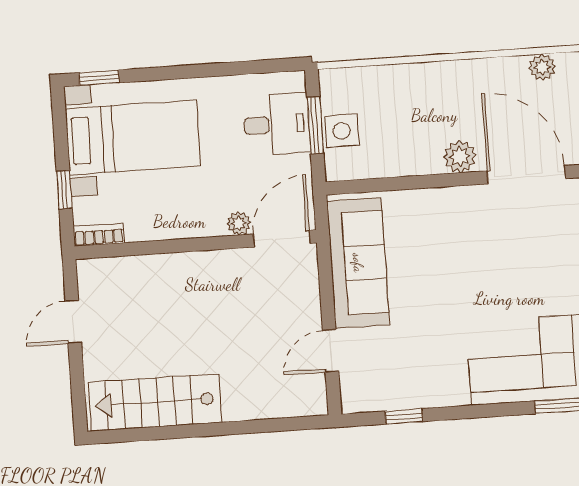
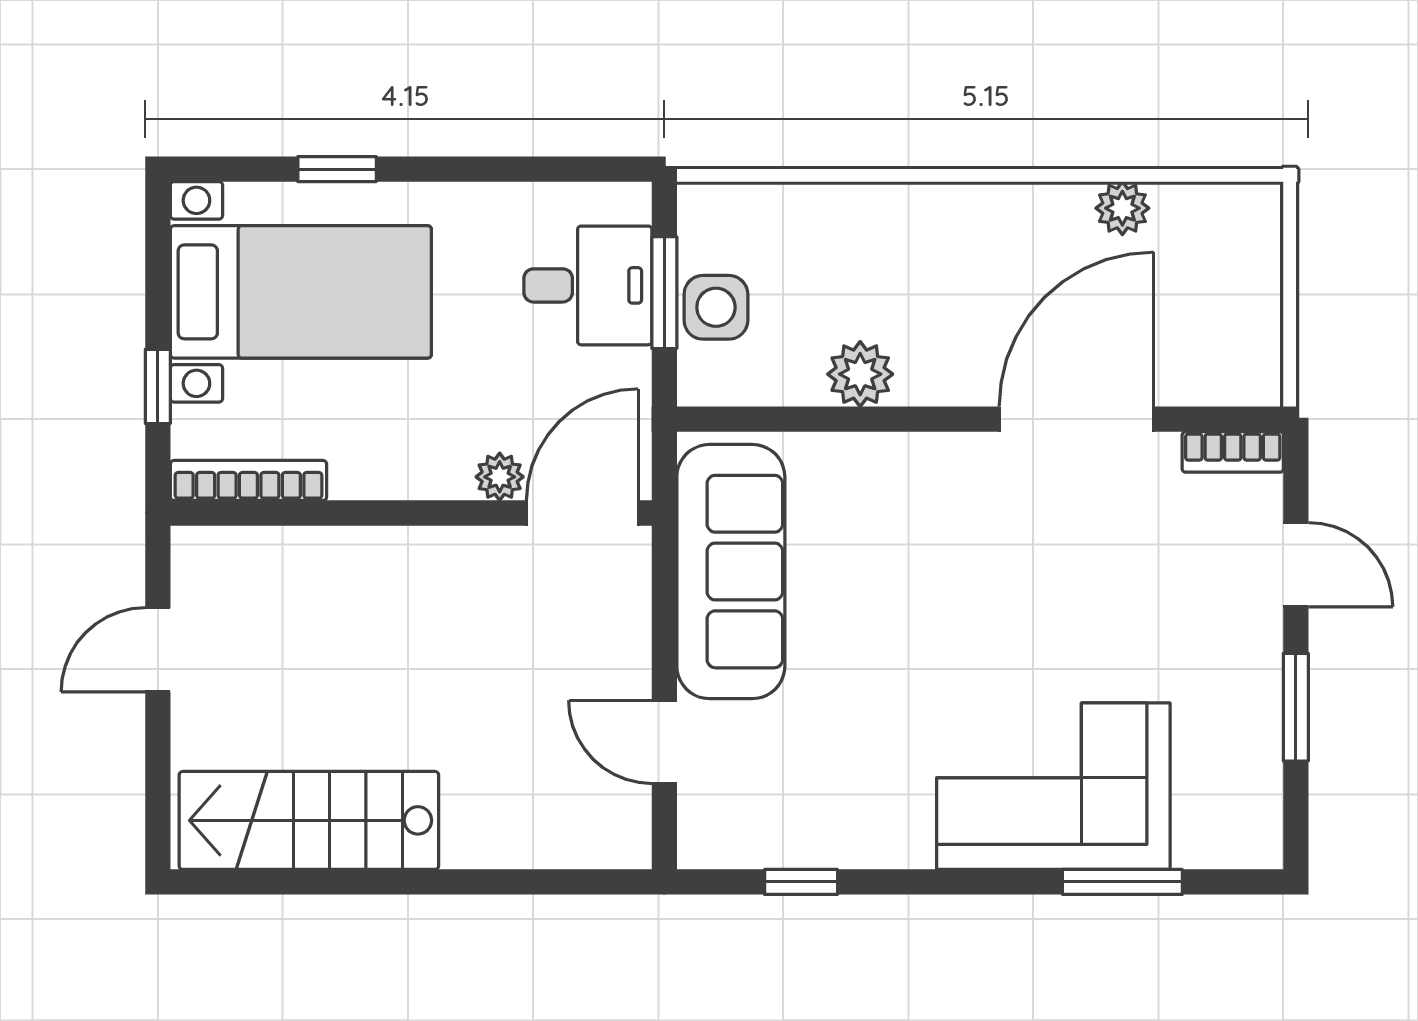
window: (99, 78) -> (337, 169), moved
plant: (460, 156) -> (860, 374), moved
door: (526, 175) -> (1076, 419), hinge flipped
bookcase: (99, 235) -> (248, 480), width x1.56
door: (331, 351) -> (664, 742), hinge flipped

